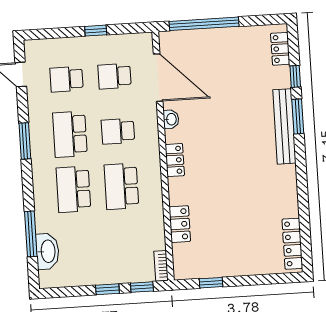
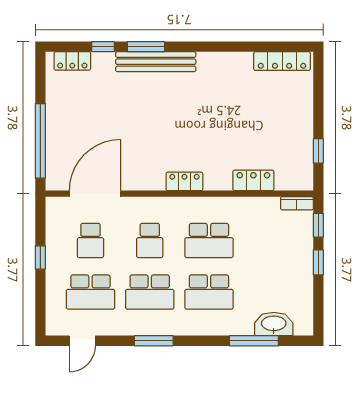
school desk: (66, 79) -> (90, 292), width x1.85
washbasin: (171, 119) -> (140, 183), removed

